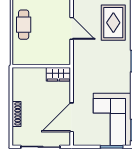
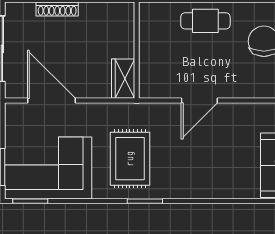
rug: (113, 23) -> (130, 159), moved, turned 90

